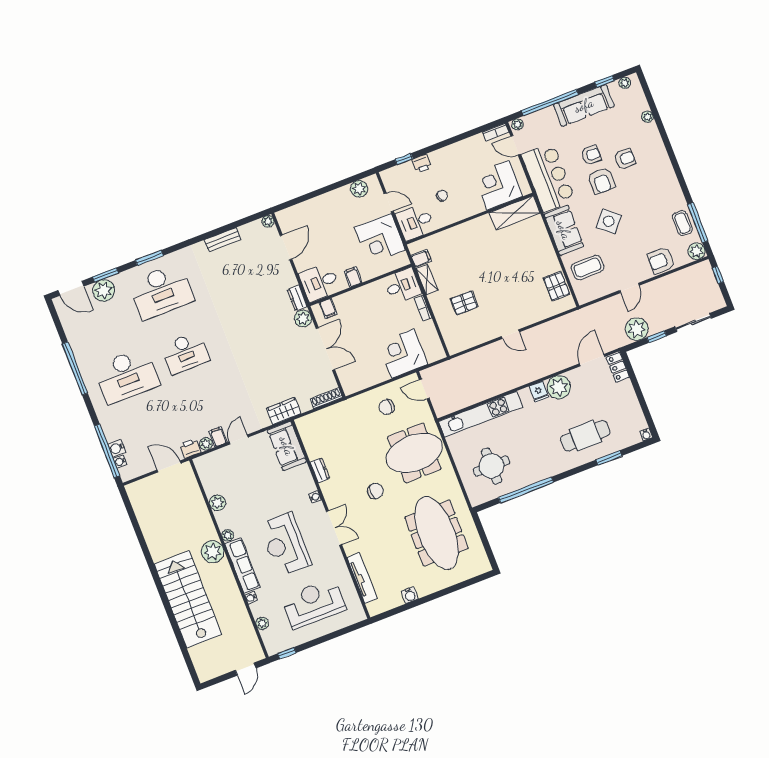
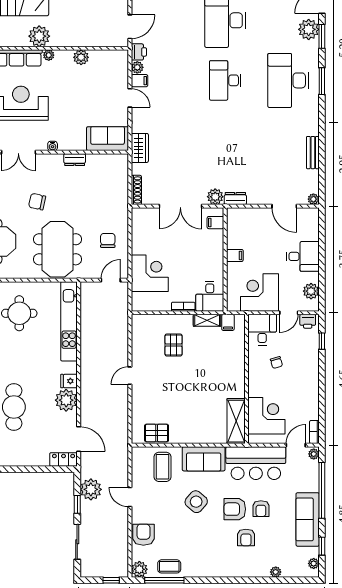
printer: (422, 163) -> (308, 321), moved, turned -90
desk: (319, 282) -> (303, 256), moved, turned 90
chair: (375, 491) -> (37, 202), turned 102

